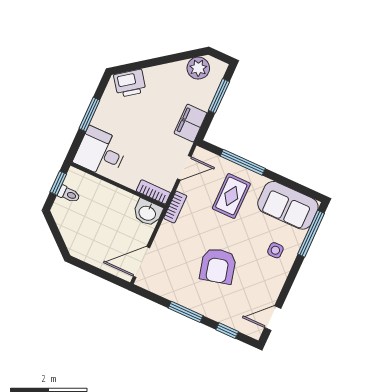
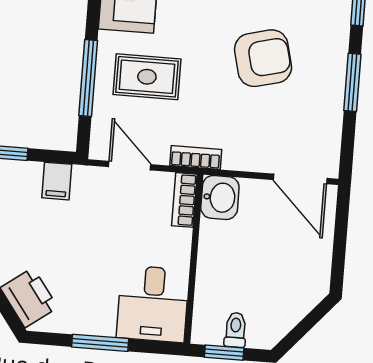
filing cabinet: (190, 123) -> (57, 181), width x0.50

